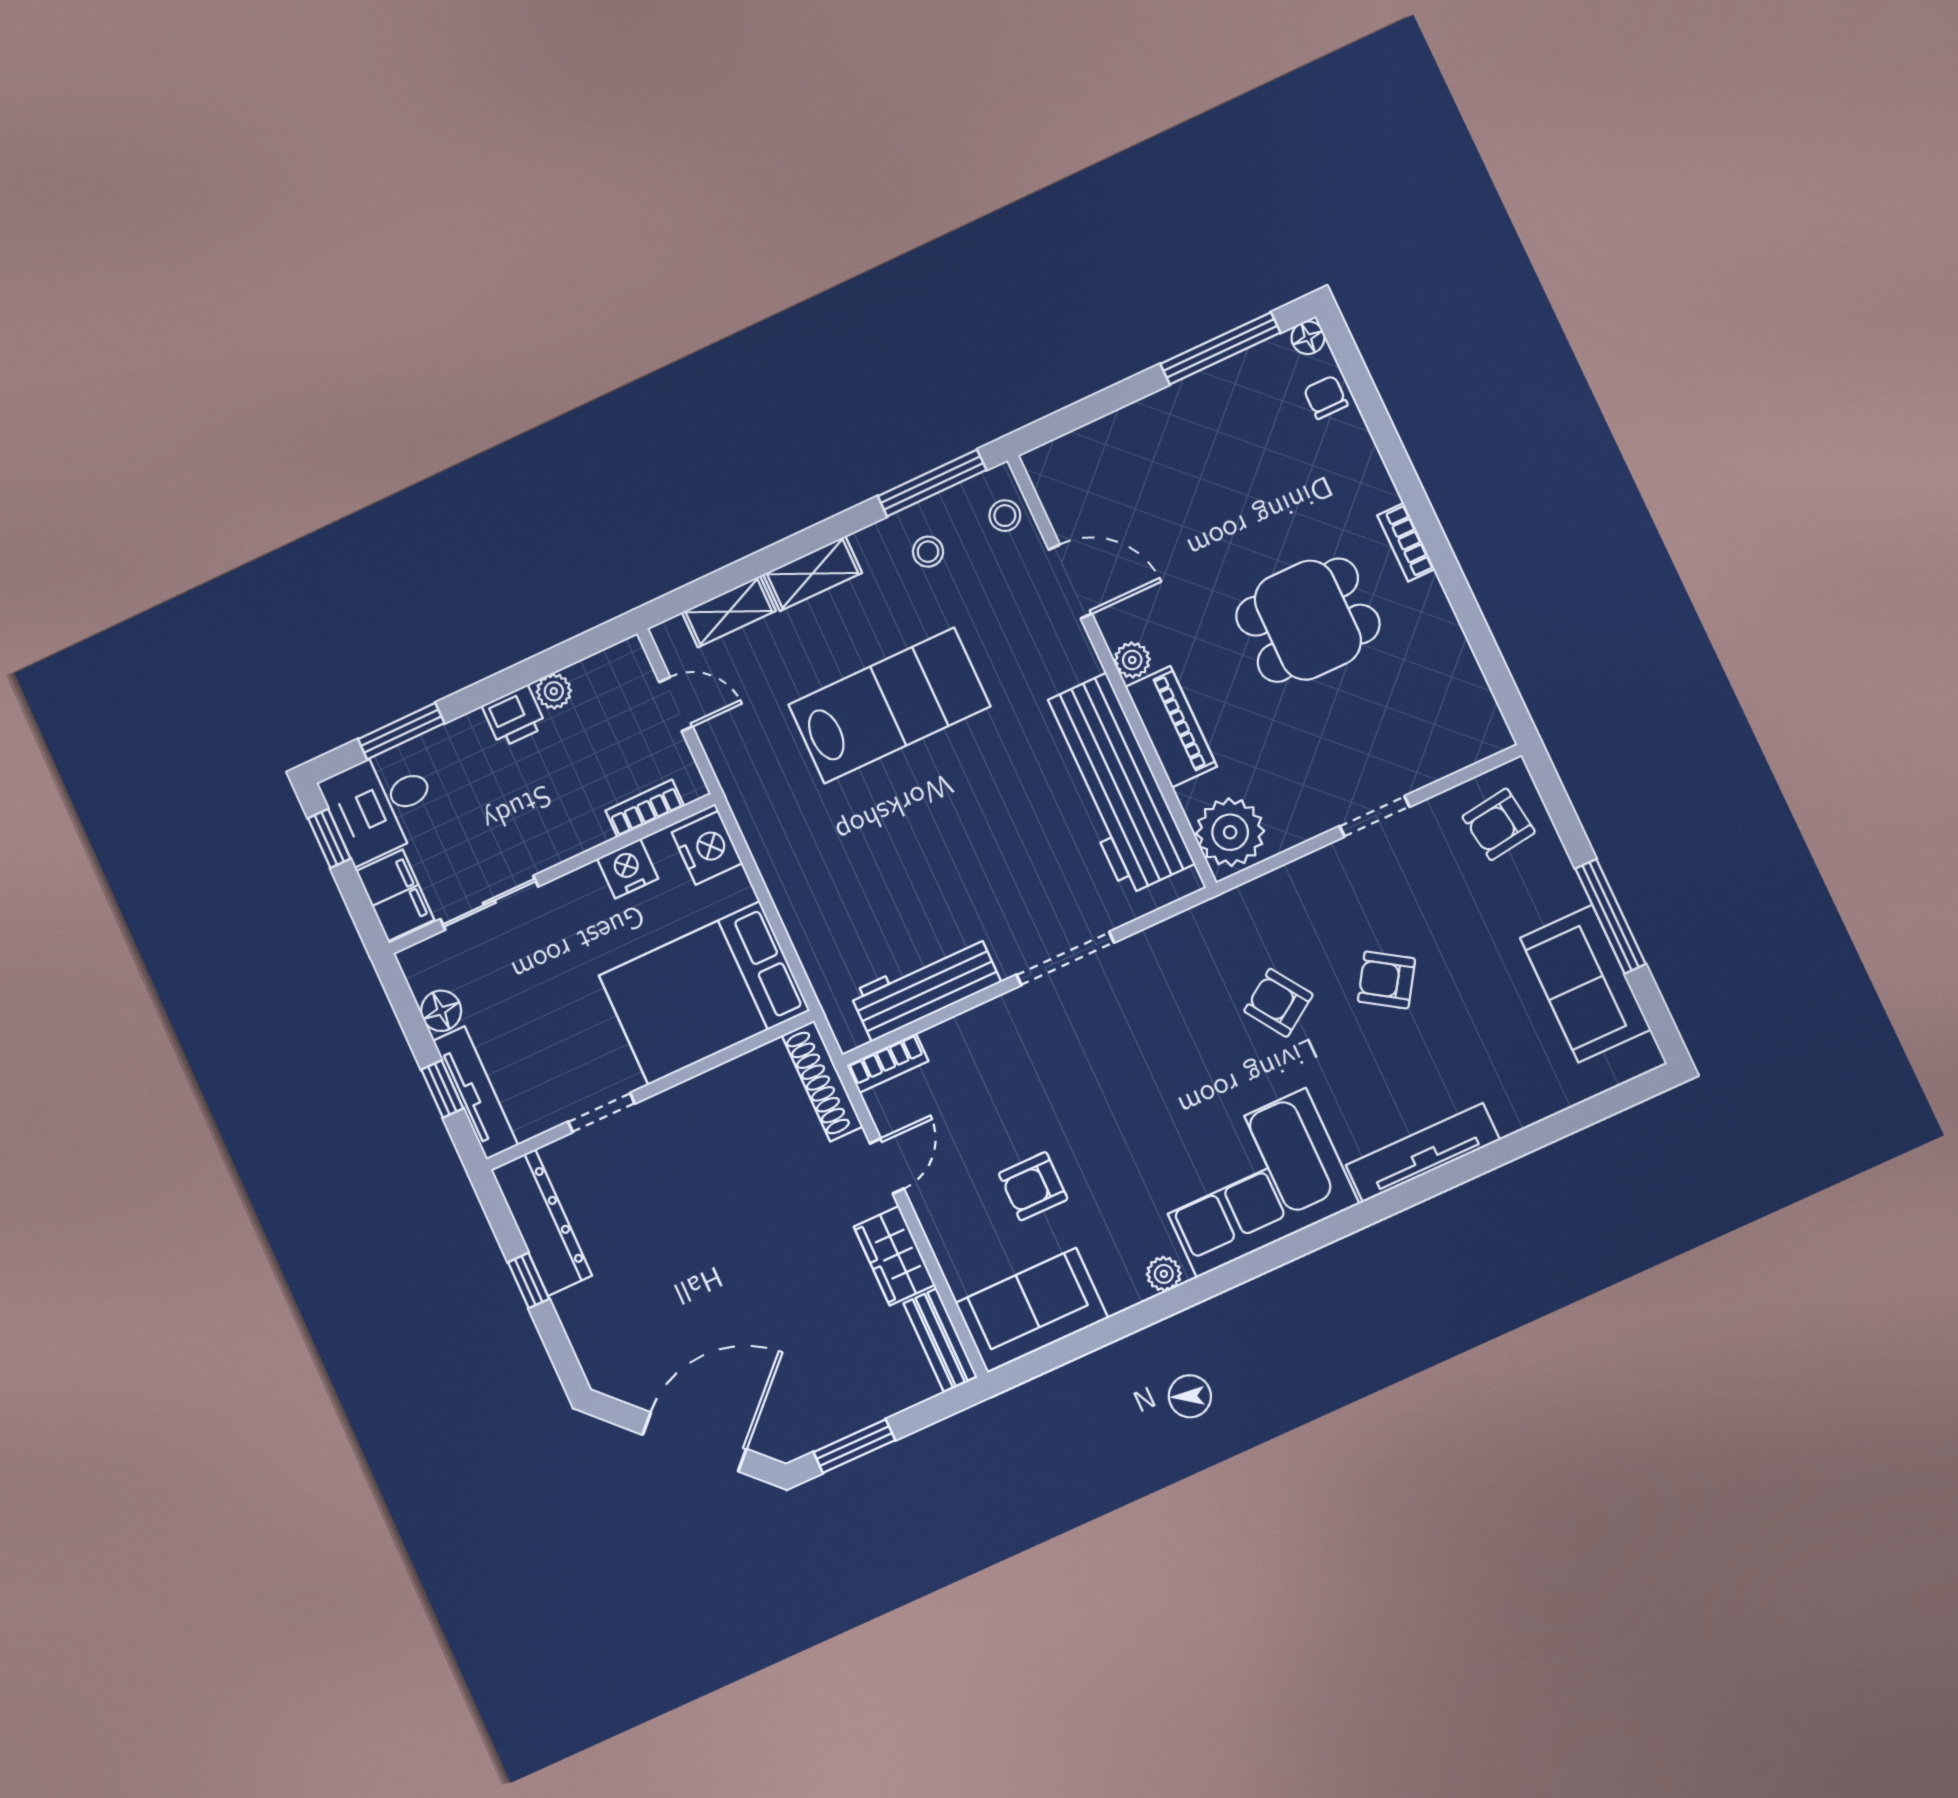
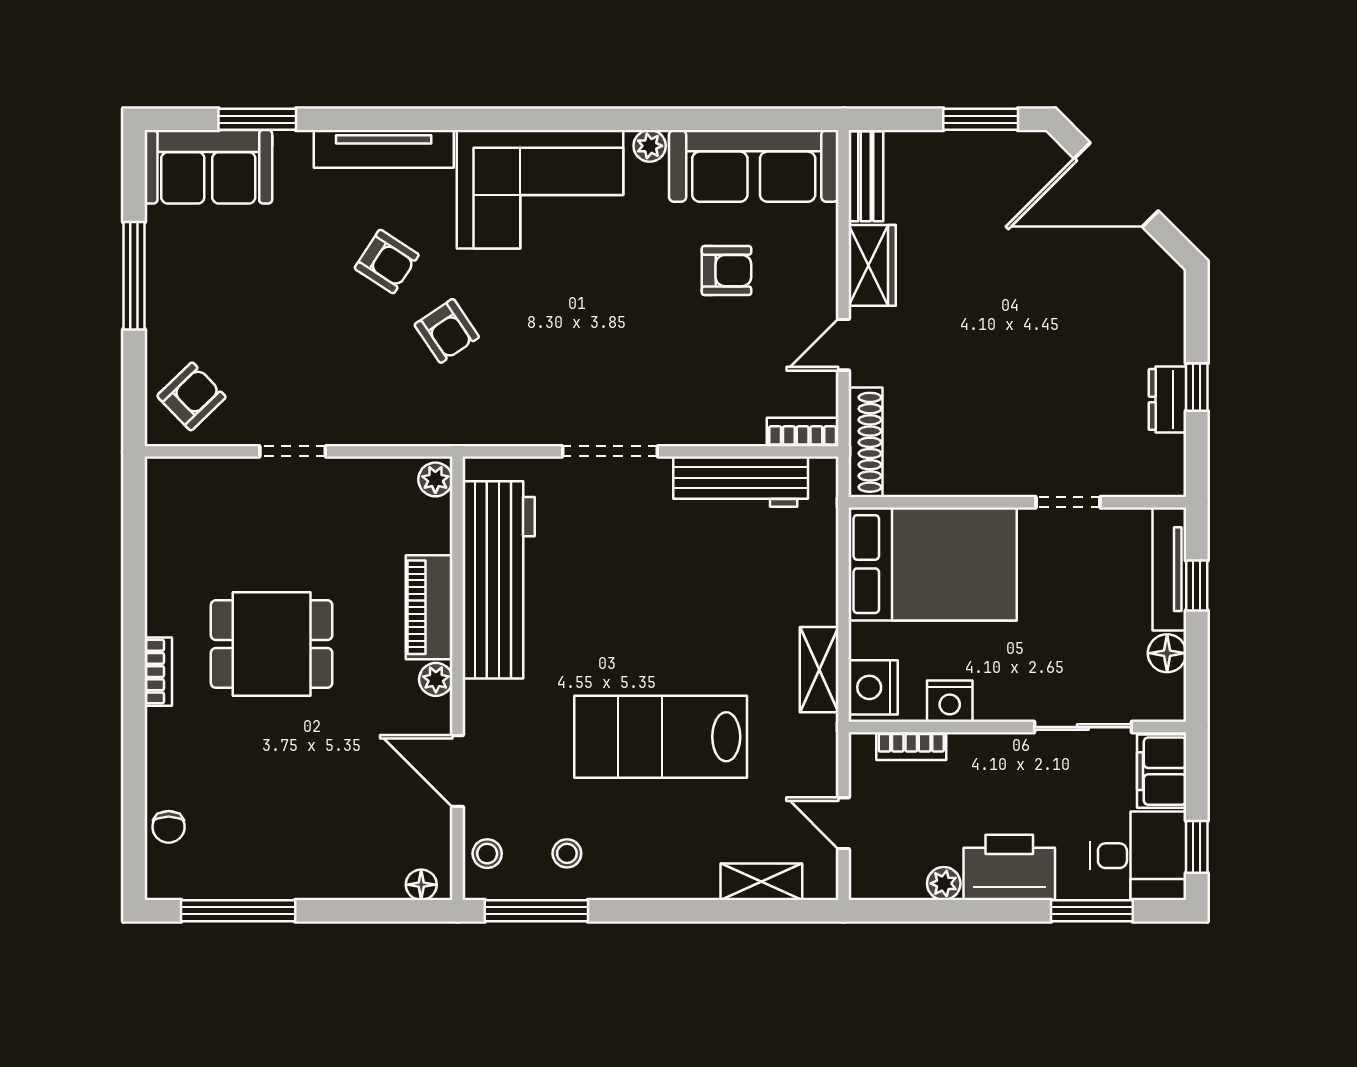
floor lamp: (1308, 338) -> (421, 885), moved
shelving: (813, 574) -> (819, 670), moved, turned 90
printer: (514, 716) -> (1009, 867), width x1.87, depth x1.48
armchair: (1499, 824) -> (191, 396), turned -36
plant: (1230, 832) -> (435, 479), width x0.53, depth x0.53
armchair: (1386, 980) -> (387, 262), moved
sofa: (1585, 984) -> (208, 167), moved, turned 90
window: (1561, 1125) -> (257, 119), added
dresser: (542, 1223) -> (1167, 399), width x0.51, depth x0.80
sofa: (1032, 1310) -> (754, 166), width x1.36

